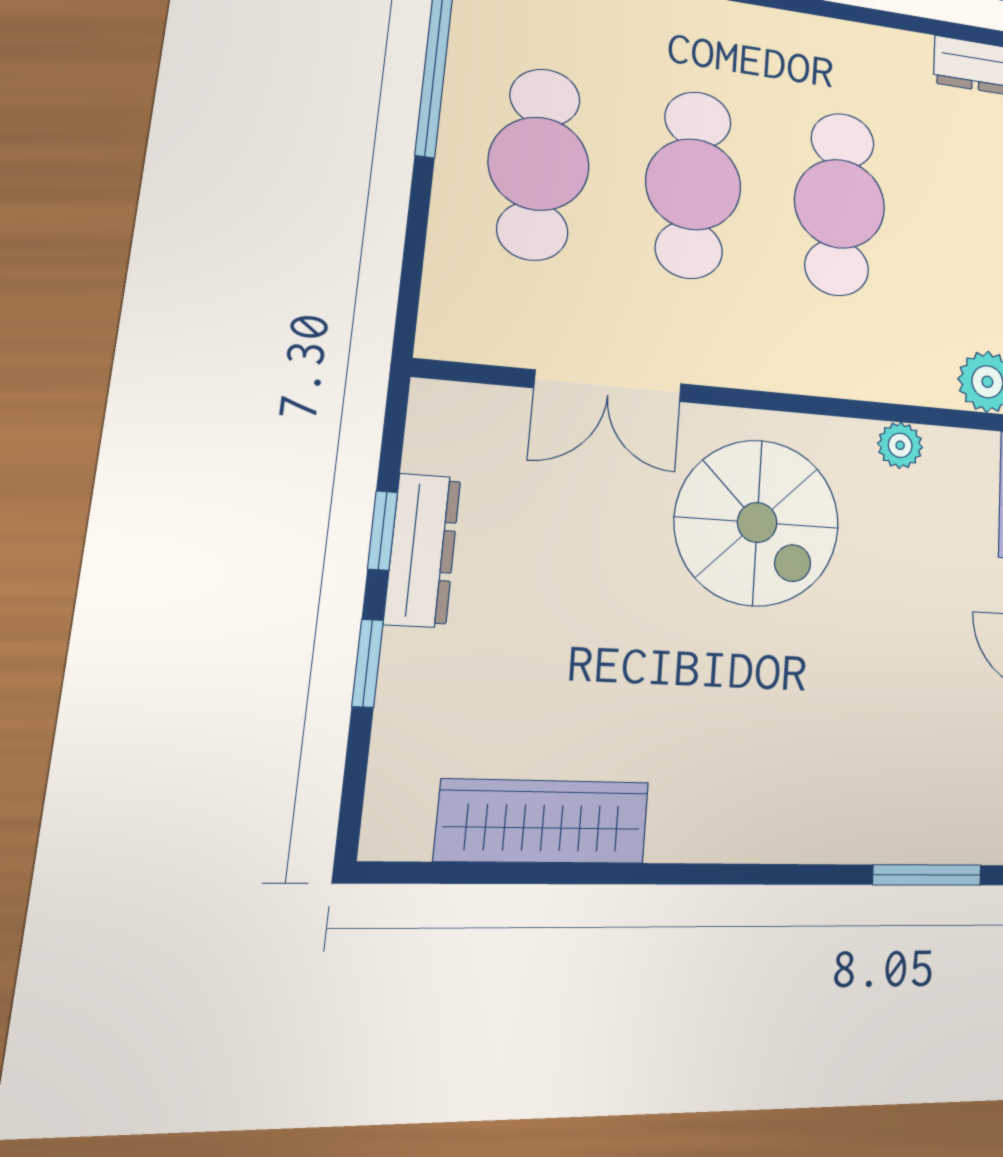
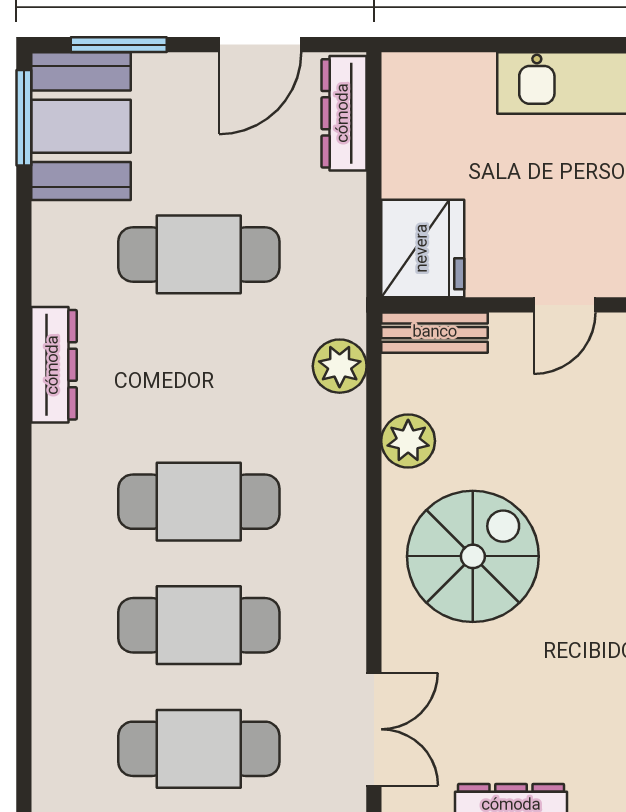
double door: (608, 386) -> (374, 729), moved
plant: (900, 445) -> (408, 441), width x1.38, depth x1.38

